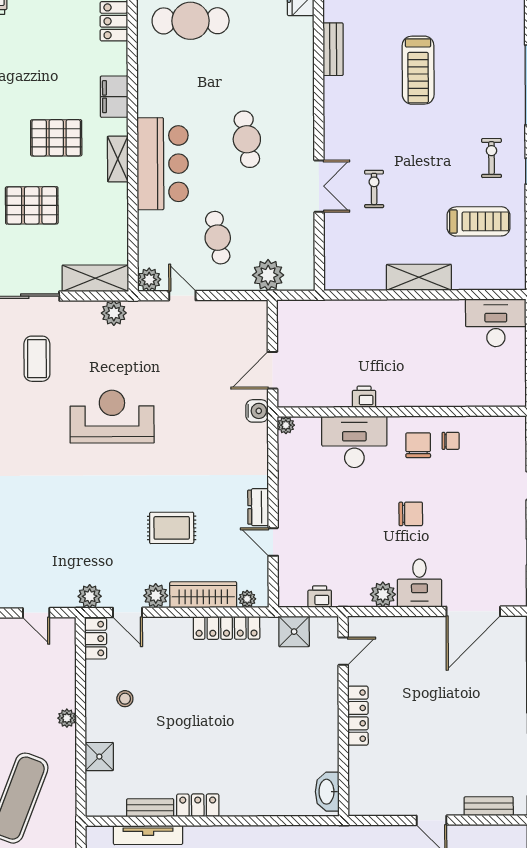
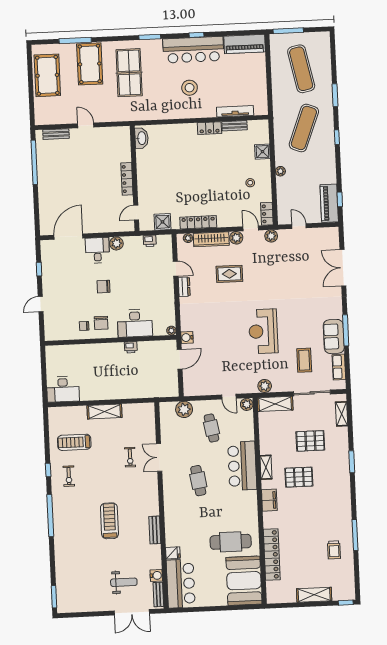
reception desk: (112, 417) -> (263, 331), turned 90

